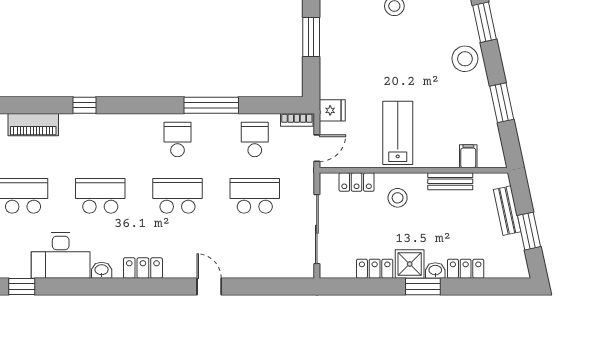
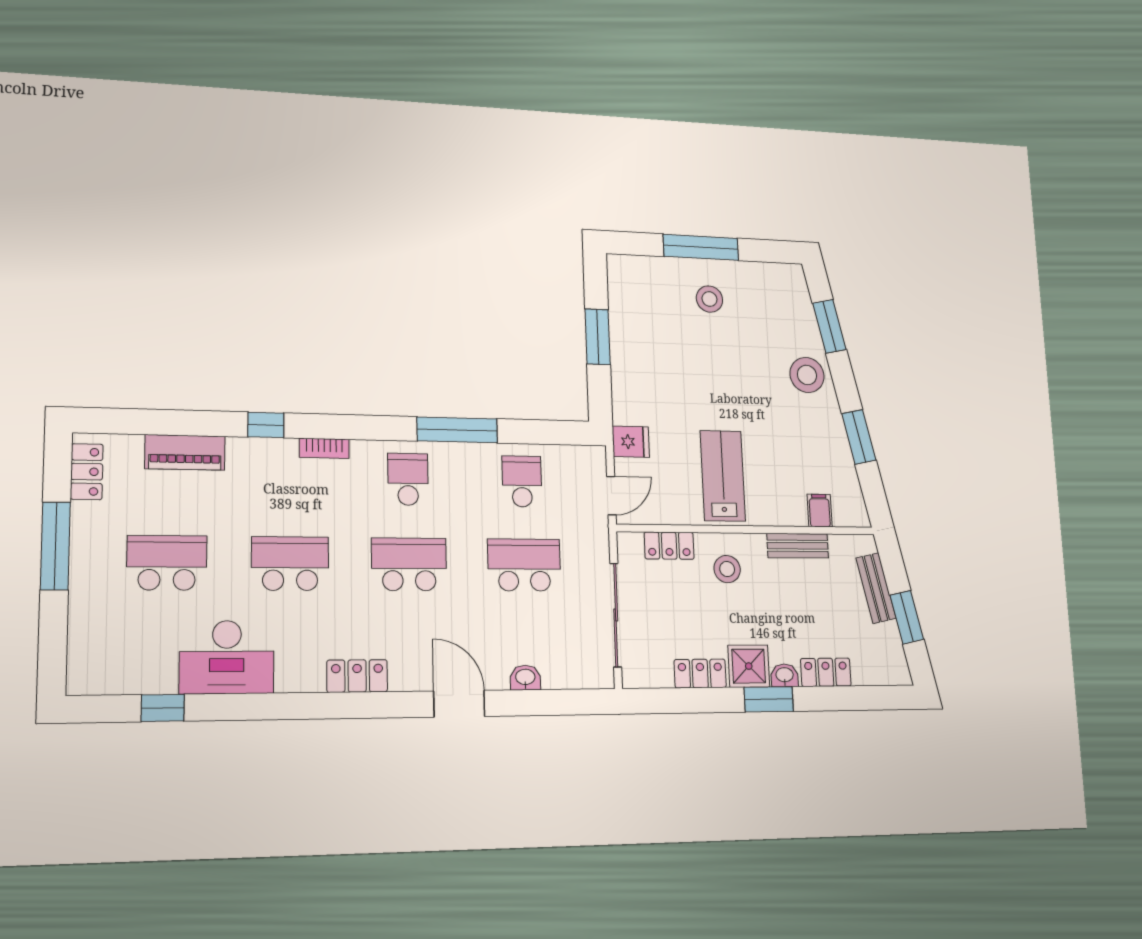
bookcase: (297, 120) -> (324, 448), moved
washbasin: (102, 270) -> (525, 678), moved
door: (209, 287) -> (459, 704), width x1.38

